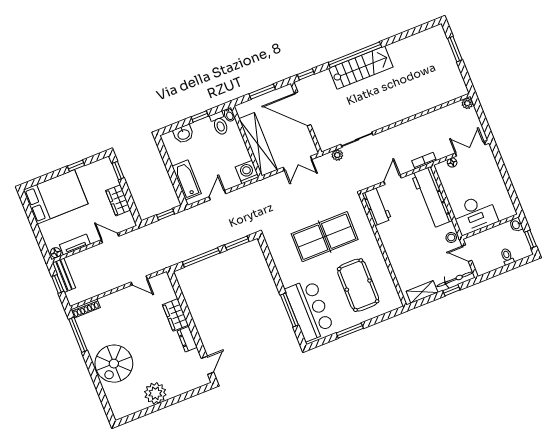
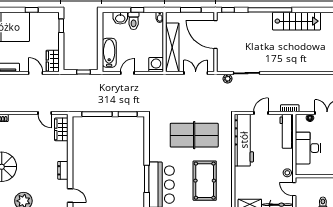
stairs: (361, 68) -> (296, 21), moved
toilet: (220, 124) -> (134, 21), moved
double door: (298, 163) -> (196, 73), swing flipped
workbench: (432, 197) -> (287, 131), width x0.73, depth x0.76
wardrobe: (118, 200) -> (53, 61), moved
workbench: (377, 206) -> (244, 140), width x1.88, depth x1.32
desk: (475, 214) -> (308, 148), moved, turned 90
wardrobe: (175, 315) -> (61, 129), moved
door: (207, 365) -> (70, 196), hinge flipped

